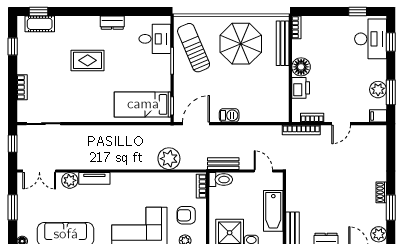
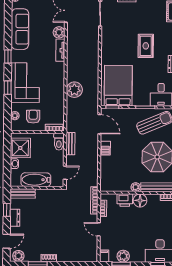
plant: (283, 73) -> (136, 187), added
bed: (143, 104) -> (118, 86), width x1.50
plant: (169, 159) -> (74, 90), moved

